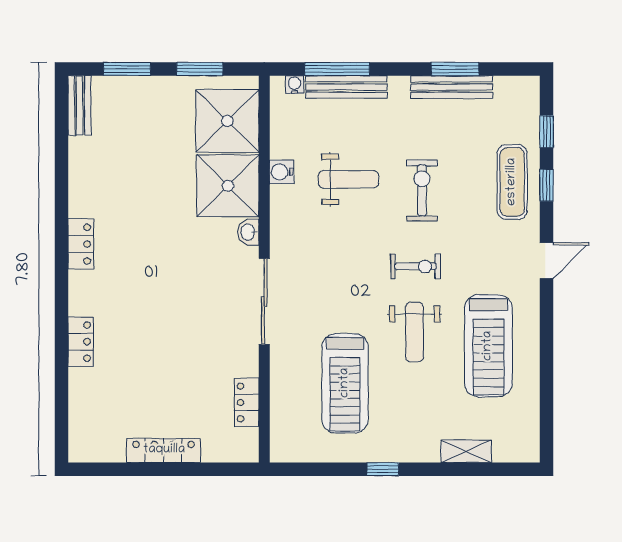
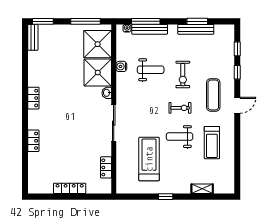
window: (127, 69) -> (43, 21), moved
window: (200, 69) -> (85, 21), width x1.44
exercise mat: (512, 182) -> (213, 95), moved
exercise bike: (422, 190) -> (183, 75), turned 180
weight bench: (415, 332) -> (180, 137), turned 90
treadmill: (488, 346) -> (212, 143), width x0.73, depth x0.73
treadmill: (345, 383) -> (149, 159), turned 180

